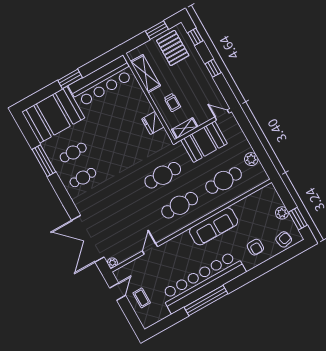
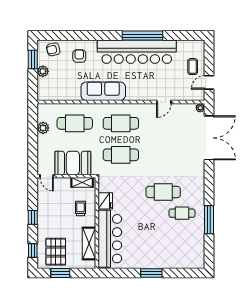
bar counter: (101, 81) -> (110, 239), moved, turned 90
booth: (53, 115) -> (181, 252), removed
cafe table: (83, 178) -> (163, 192), moved, width x1.37, depth x1.35

